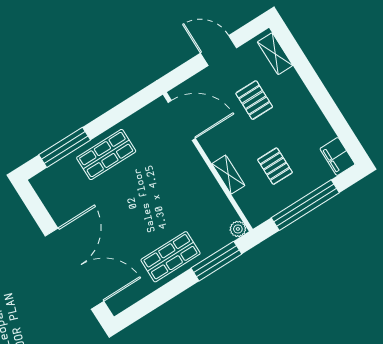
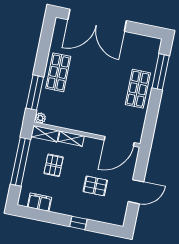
shelving: (275, 54) -> (45, 134), moved
window: (311, 80) -> (78, 223), added
filing cabinet: (337, 156) -> (39, 202), moved
pallet: (275, 166) -> (54, 165), turned 90

